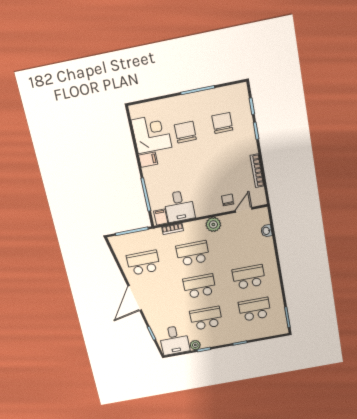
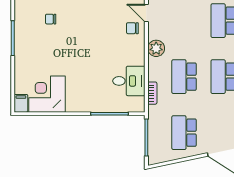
chair: (222, 123) -> (51, 19), width x0.54, depth x0.54
chair: (185, 132) -> (52, 59), removed
filing cabinet: (148, 160) -> (21, 103), moved
filing cabinet: (161, 217) -> (137, 103), removed

